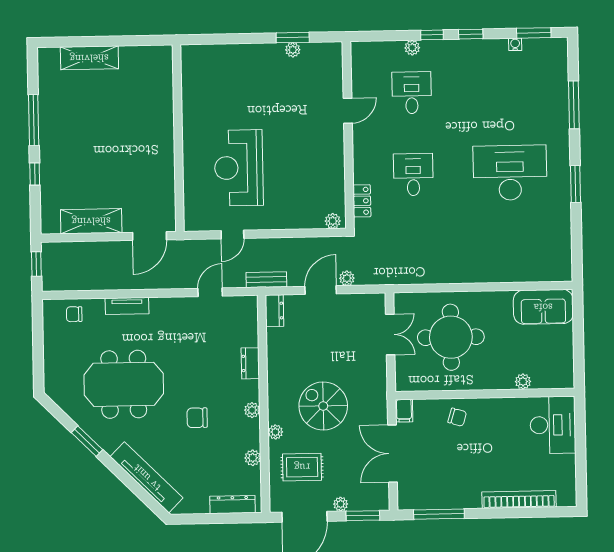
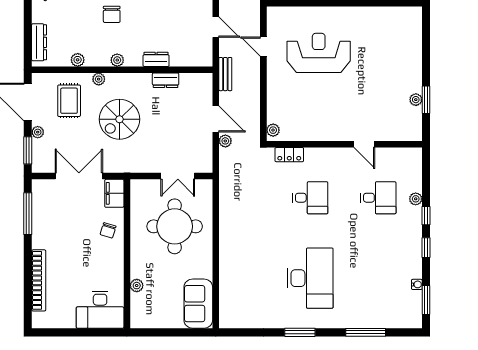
dresser: (274, 311) -> (166, 80), moved
spiral stairs: (323, 406) -> (119, 119), turned 180
filing cabinet: (404, 411) -> (114, 193), width x2.00
chair: (197, 418) -> (112, 14), turned 180

